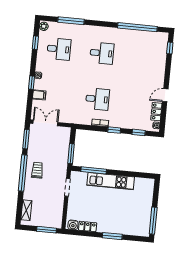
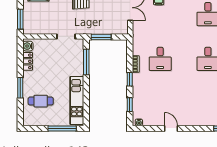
locker: (156, 112) -> (153, 121), removed
kitchen unit: (111, 181) -> (77, 100), moved
cafe table: (127, 218) -> (41, 101), added
window: (153, 221) -> (62, 128), moved

